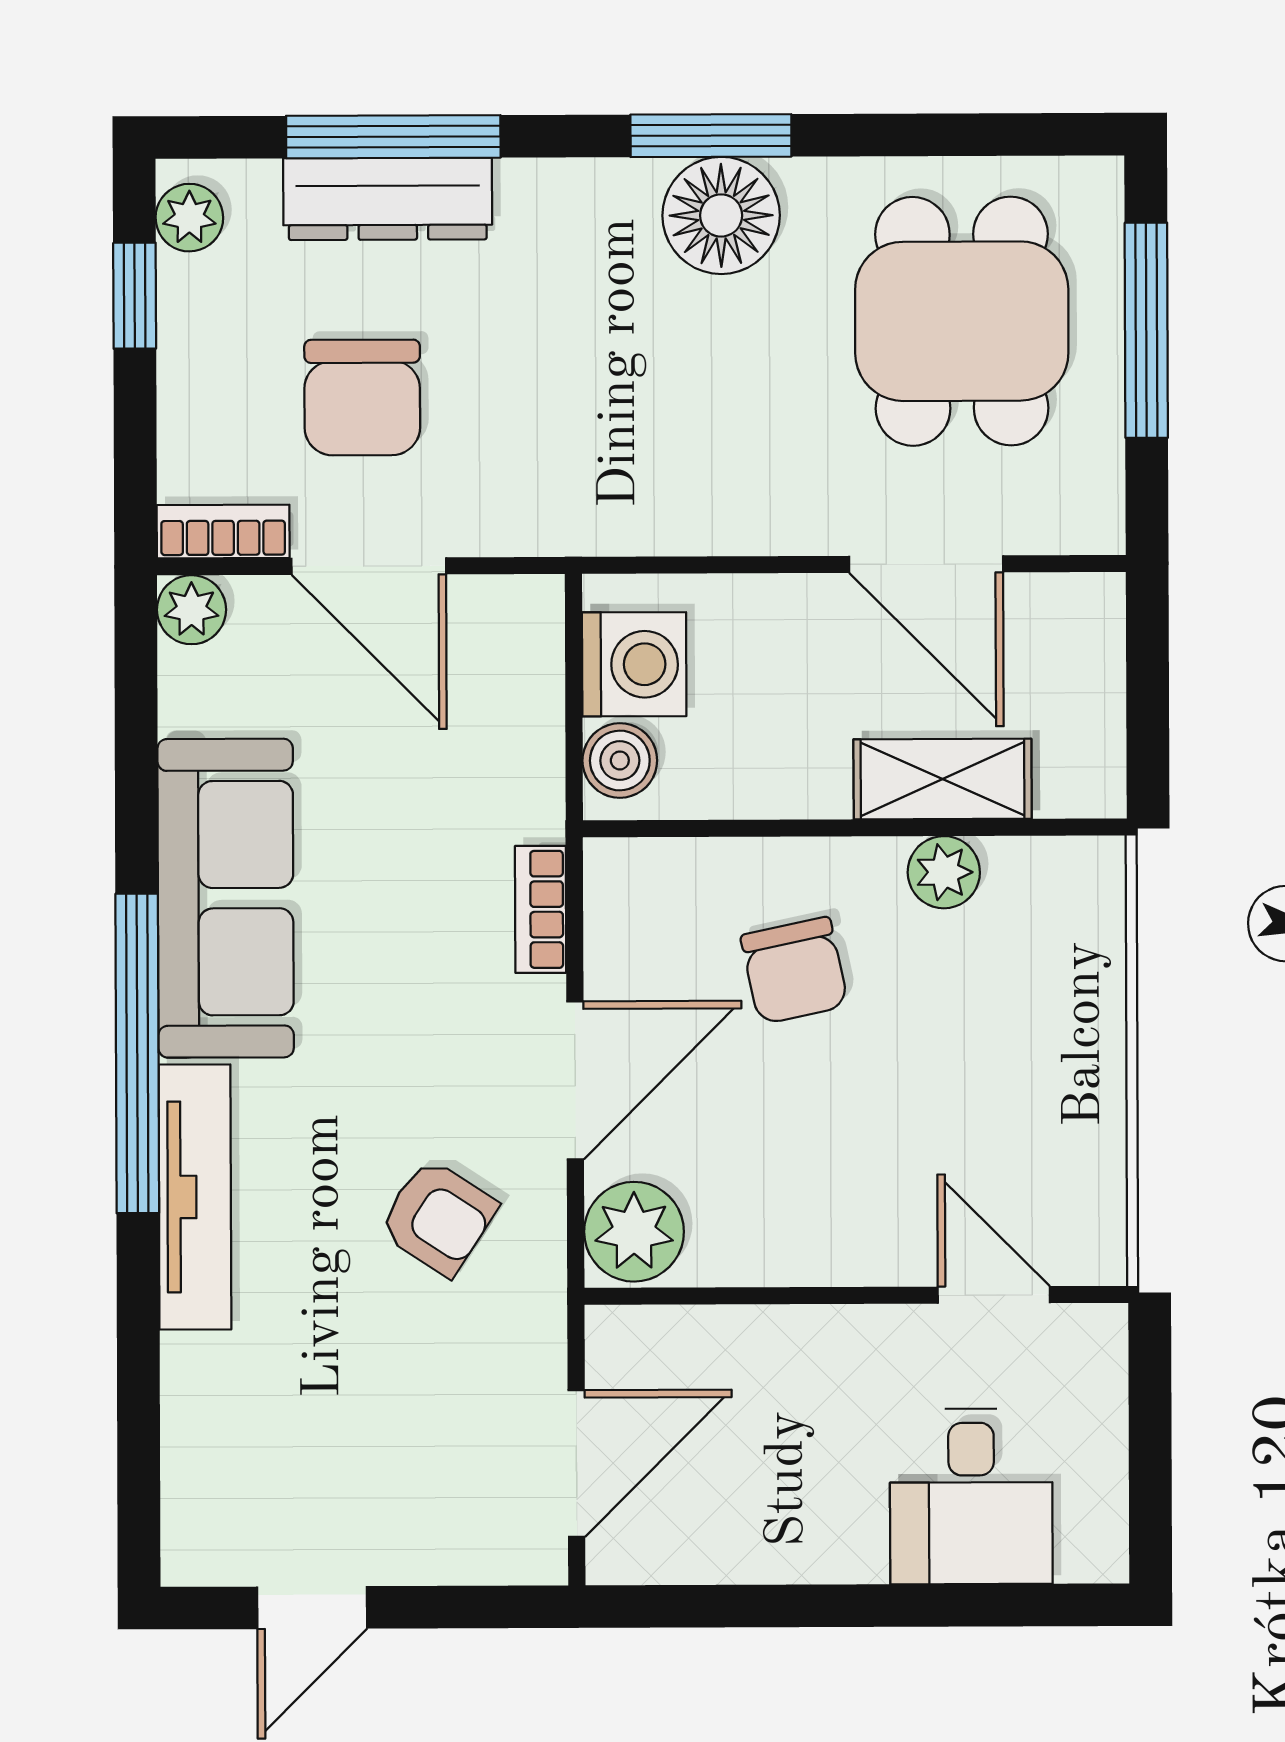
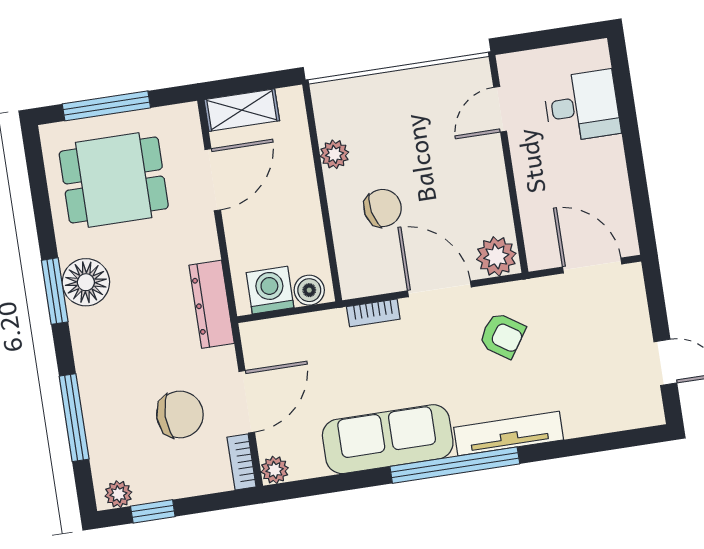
dresser: (388, 199) -> (212, 304), moved, turned 180
shelving: (943, 779) -> (242, 110), moved, turned 90
armchair: (438, 1217) -> (502, 335), turned 91

